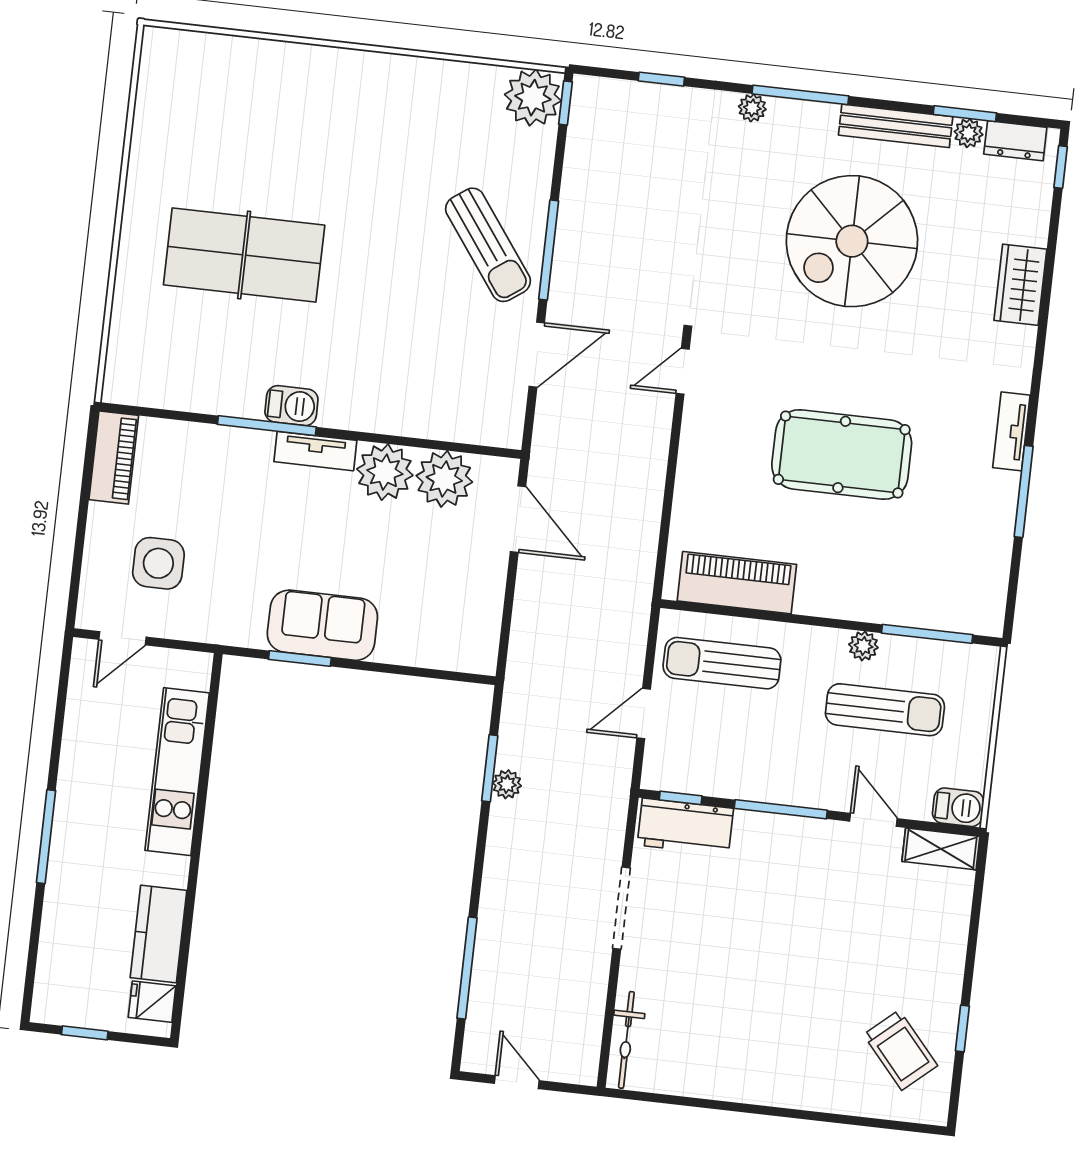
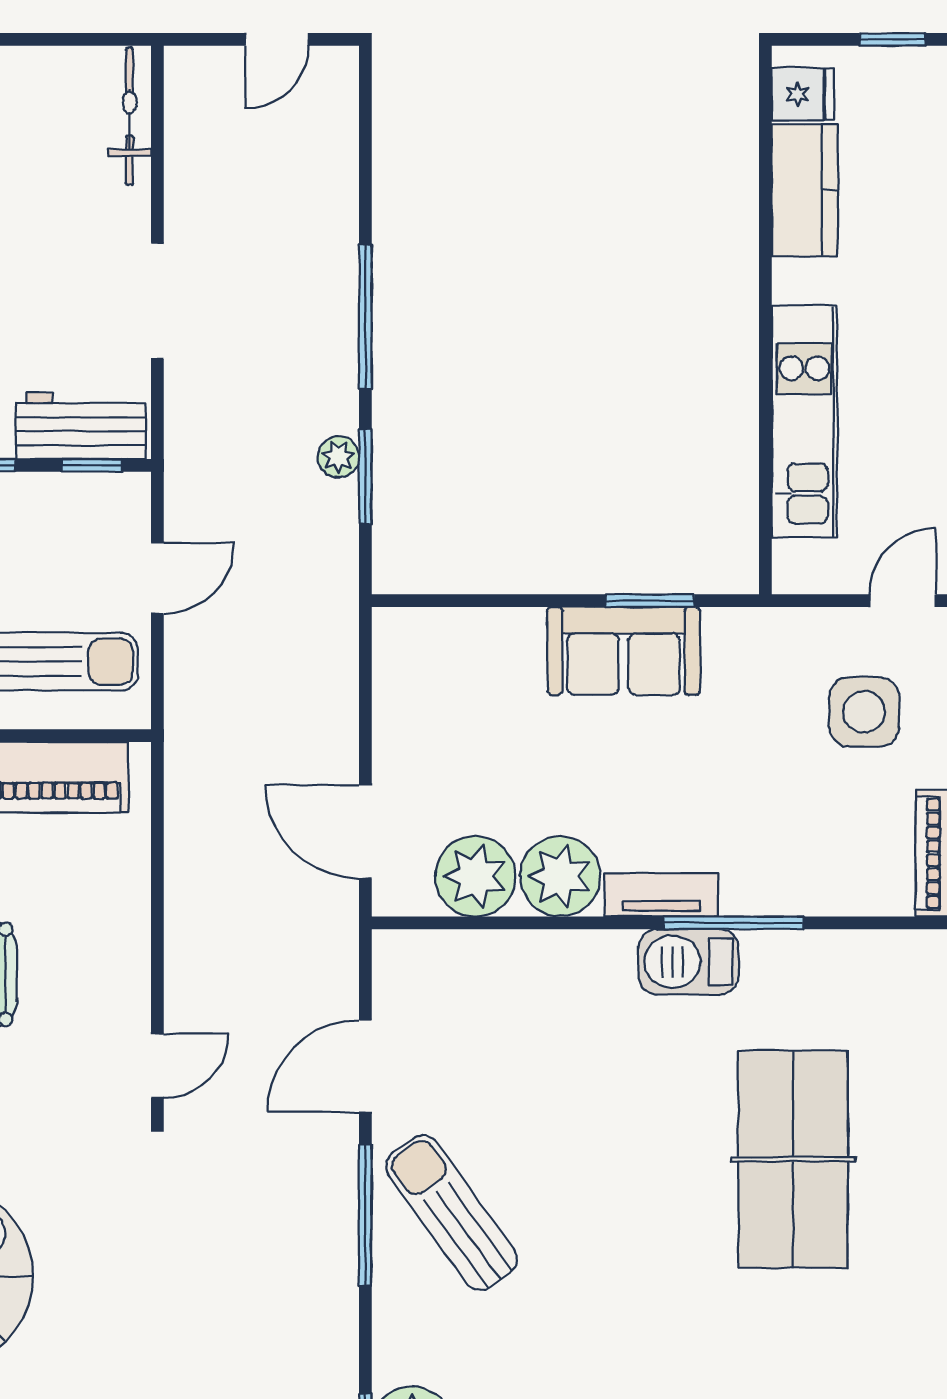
table tennis table: (244, 255) -> (793, 1159), turned 90
barbecue: (291, 406) -> (688, 962), width x1.38, depth x1.27
window: (467, 968) -> (365, 317), moved
door: (517, 1082) -> (277, 39), hinge flipped

